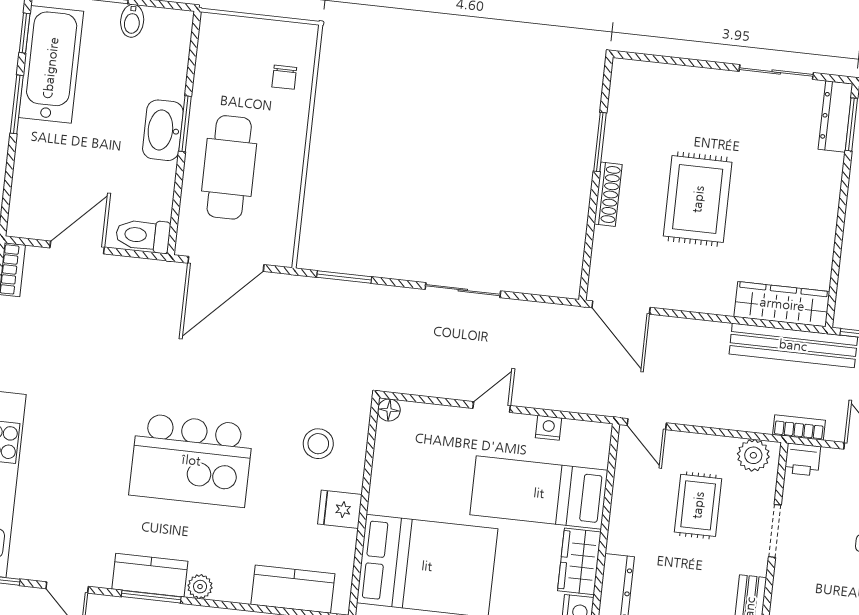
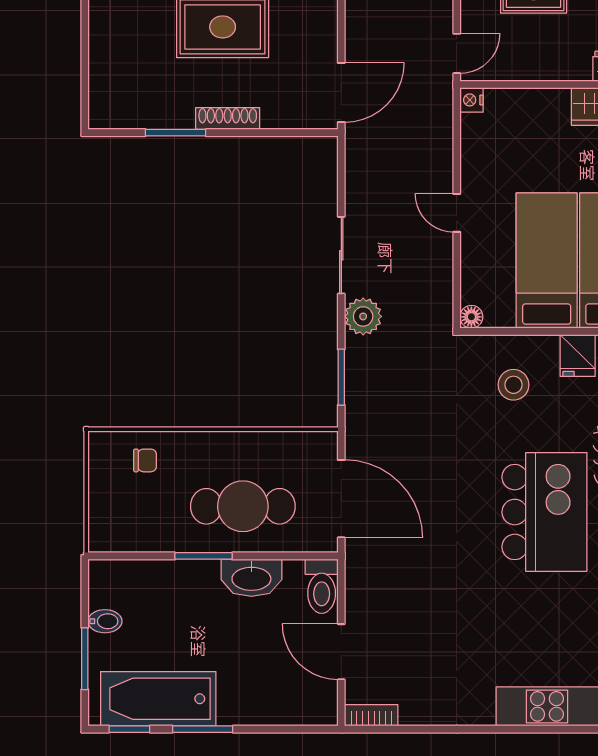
washbasin: (163, 130) -> (251, 578), moved
plant: (401, 305) -> (363, 316), added
nightstand: (549, 428) -> (472, 100), moved
bed: (539, 493) -> (547, 261), moved, turned 180

